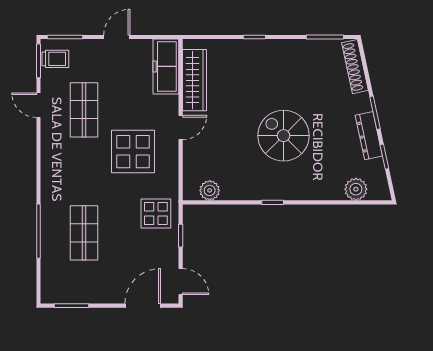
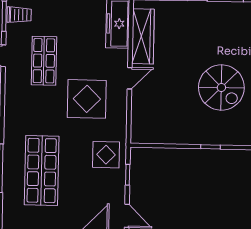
spiral stairs: (284, 136) -> (221, 87), turned 180
plant: (210, 190) -> (154, 135), removed
shop shelf: (84, 233) -> (42, 170), width x1.43, depth x1.36

